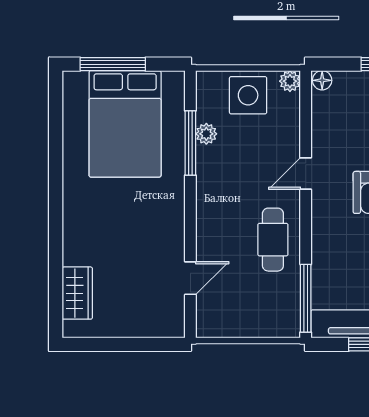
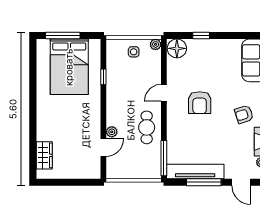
floor lamp: (322, 80) -> (177, 48), width x1.89, depth x1.89
side table: (248, 95) -> (134, 52), width x0.54, depth x0.54
plant: (206, 134) -> (112, 132), moved
window: (190, 143) -> (103, 77), width x0.46

